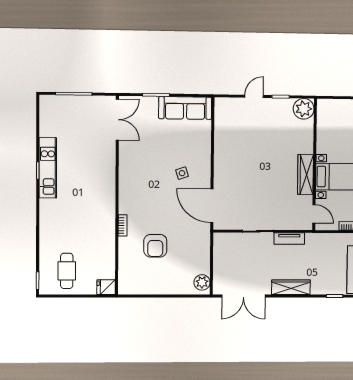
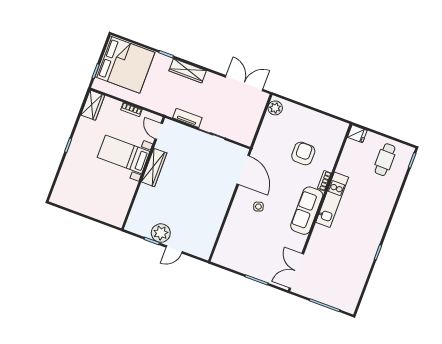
sofa: (185, 108) -> (307, 211), moved, turned -90
plant: (304, 109) -> (161, 233), moved
kitchen unit: (48, 168) -> (332, 200), moved, turned 180
wardrobe: (291, 287) -> (188, 71), moved

